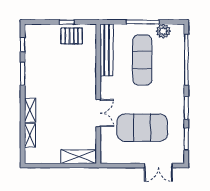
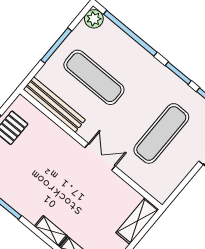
plant: (163, 31) -> (94, 19), moved
double door: (98, 113) -> (100, 157), moved
exercise mat: (142, 128) -> (161, 133), width x0.68

